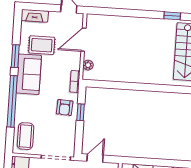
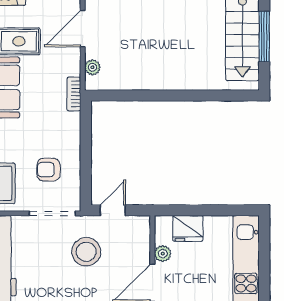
armchair: (65, 107) -> (49, 170), moved, turned 87
window: (81, 112) -> (86, 141), removed

